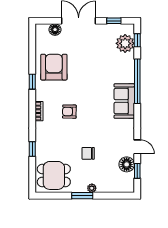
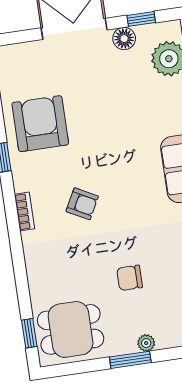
floor lamp: (55, 30) -> (124, 39), moved
armchair: (69, 112) -> (82, 204), turned -153
window: (32, 149) -> (29, 333), moved

